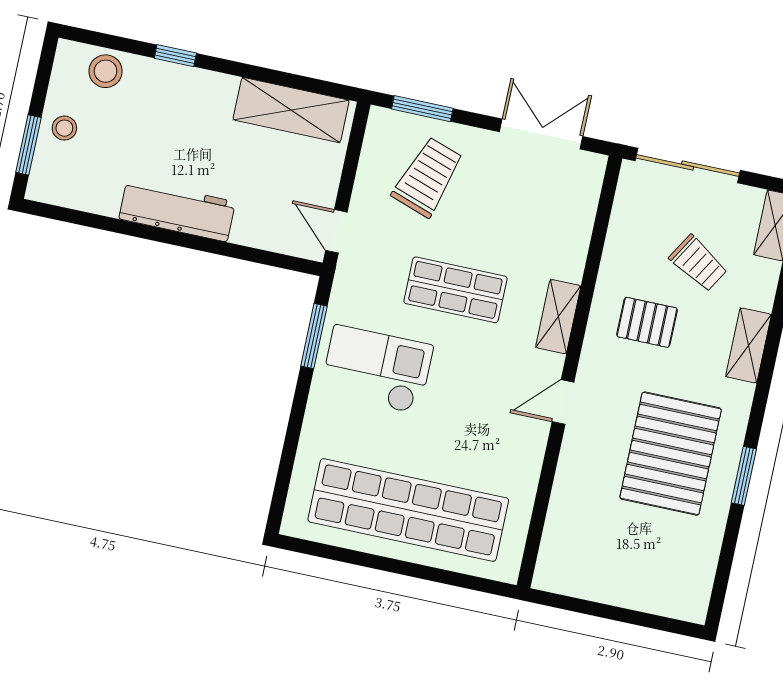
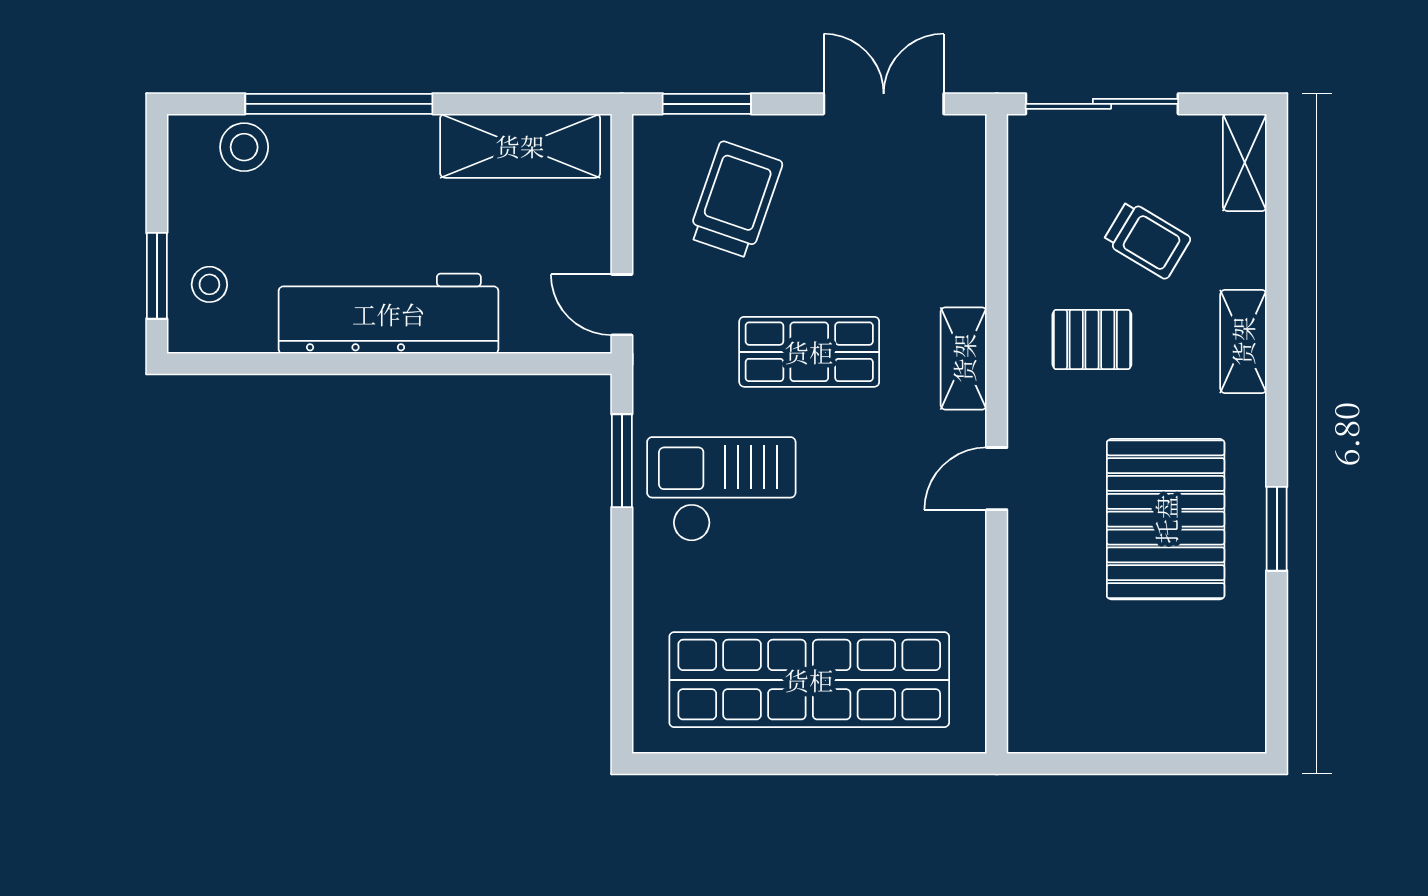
window: (175, 56) -> (339, 104), width x3.17
stool: (64, 128) -> (209, 284), moved
workbench: (177, 210) -> (389, 314), width x1.36, depth x1.32

